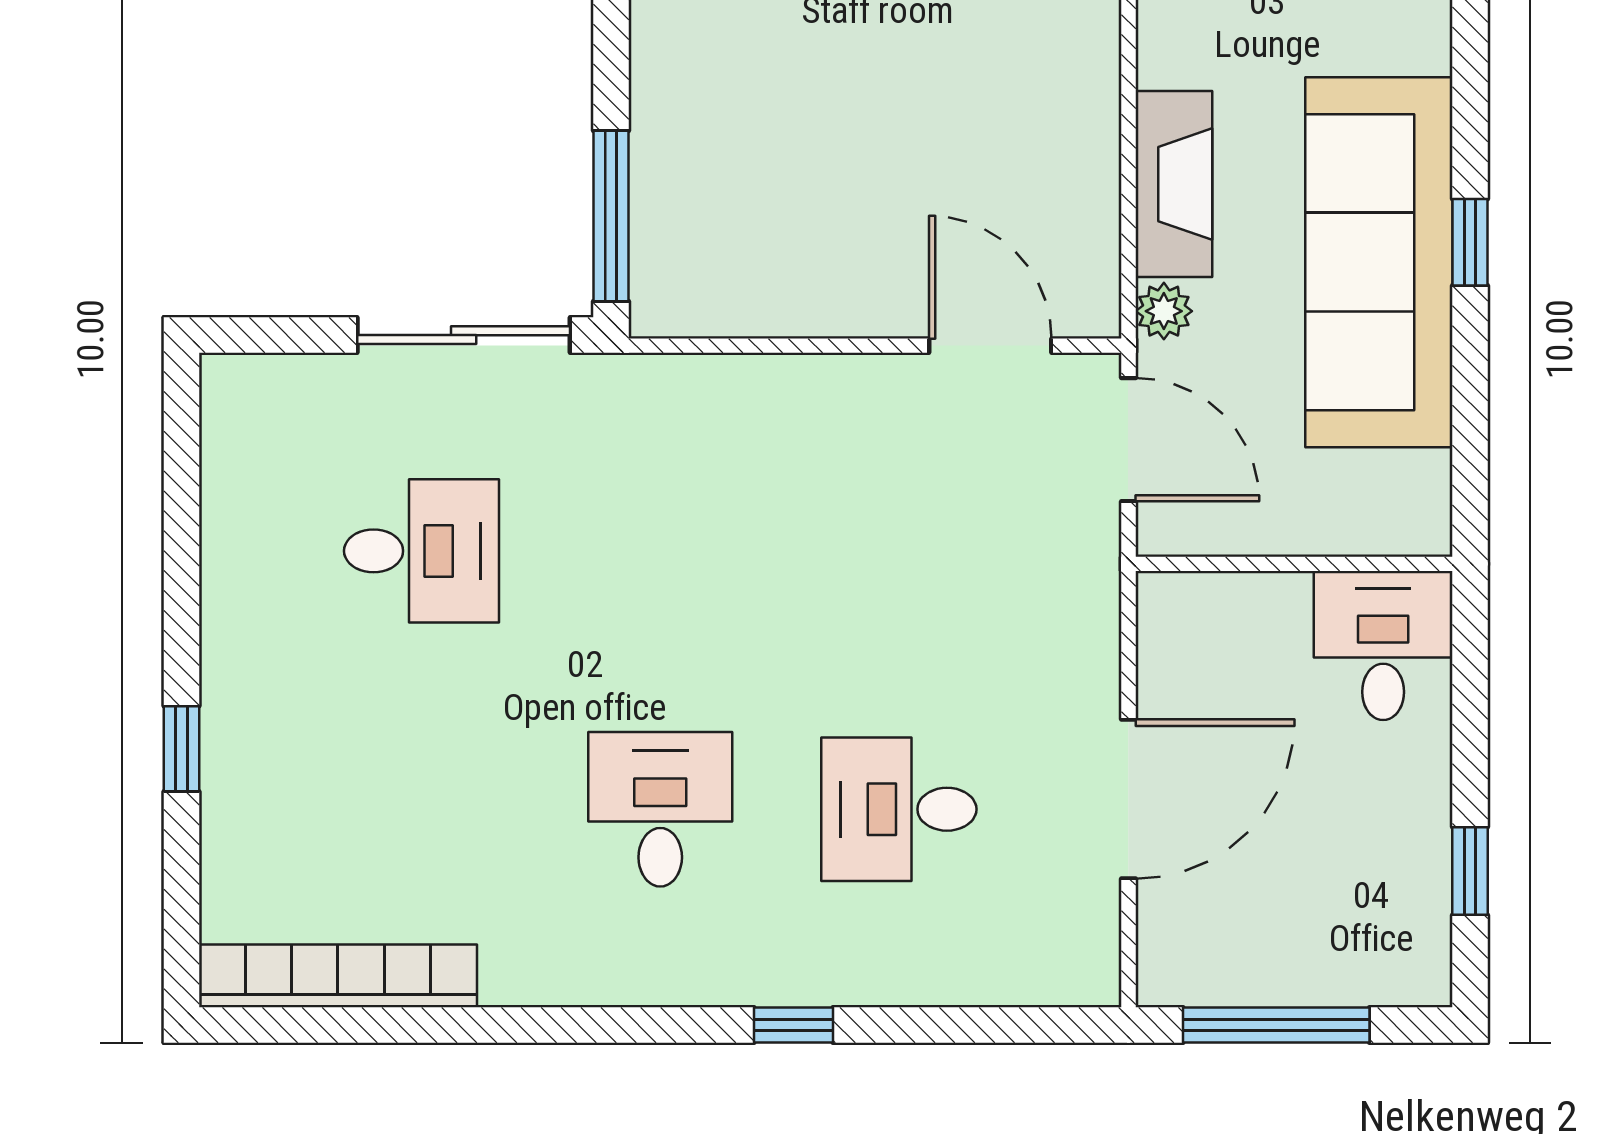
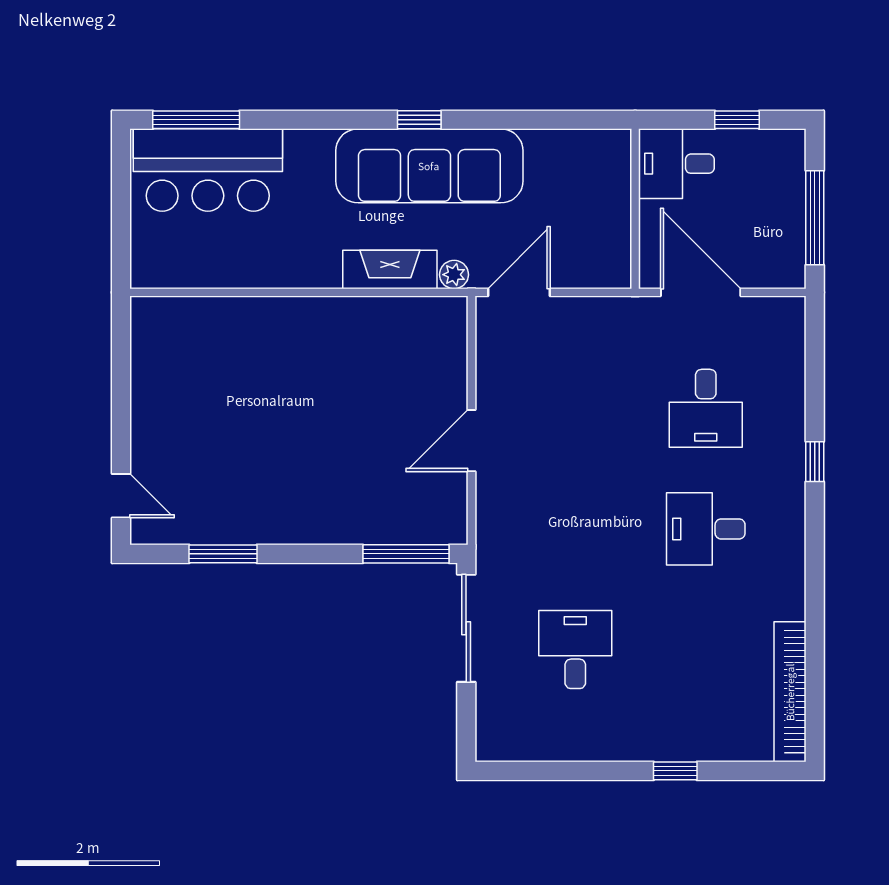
door: (990, 346) -> (472, 441), moved
wall: (1294, 564) -> (635, 209), moved
desk: (1383, 646) -> (676, 164), moved

